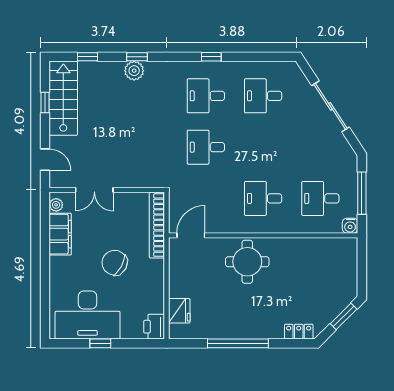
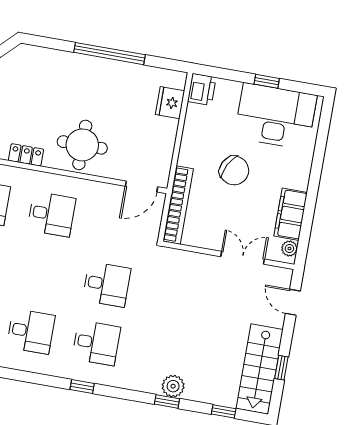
locker: (299, 332) -> (26, 155), moved, turned 180

